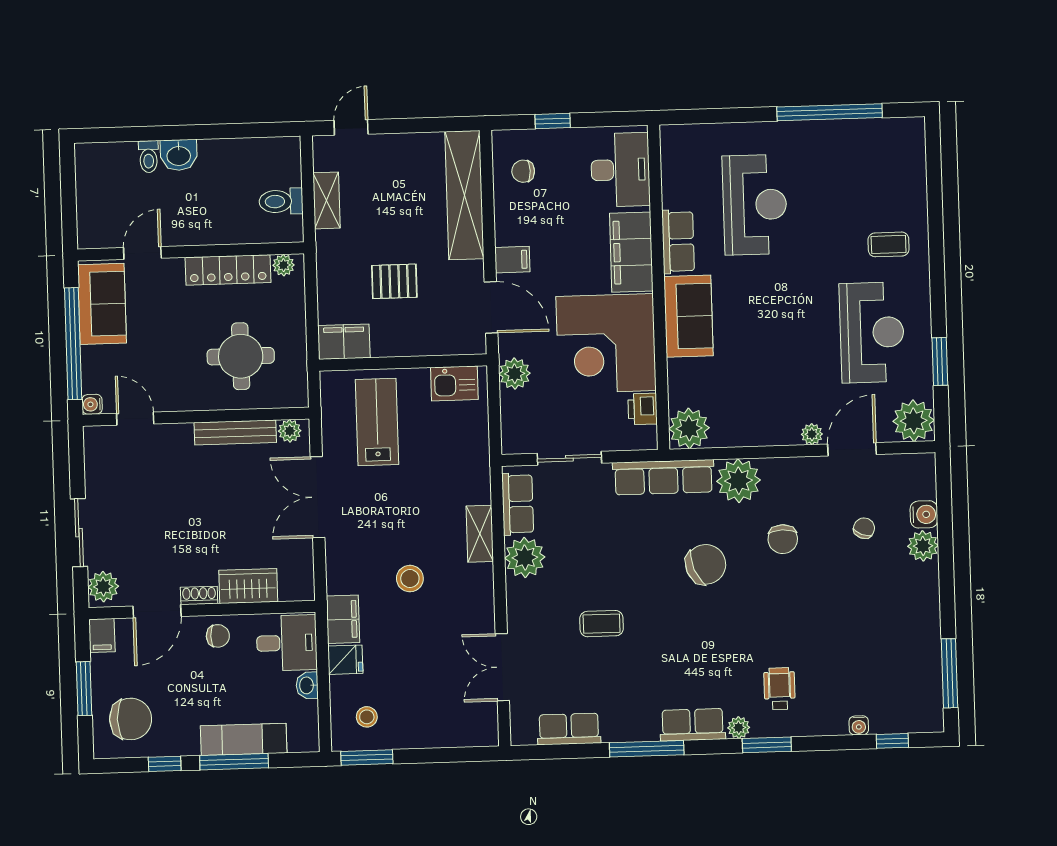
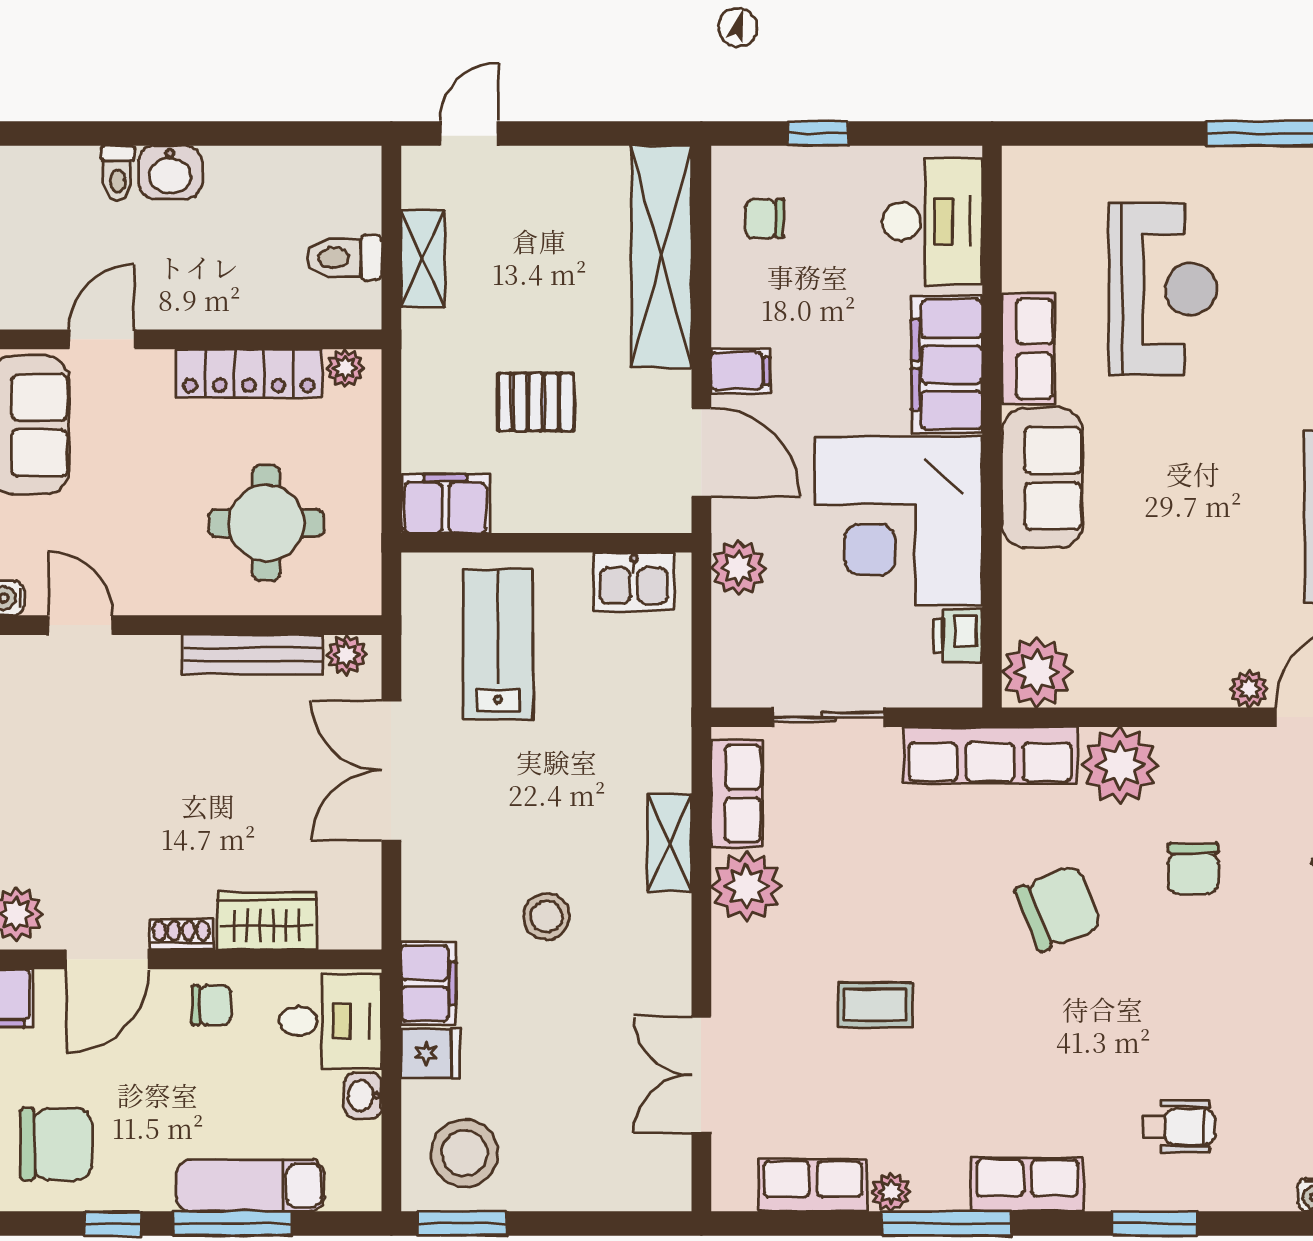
wheelchair: (779, 689) -> (1179, 1127), turned 90
stool: (367, 717) -> (465, 1153), width x1.89, depth x1.89
plant: (739, 728) -> (891, 1192), moved

